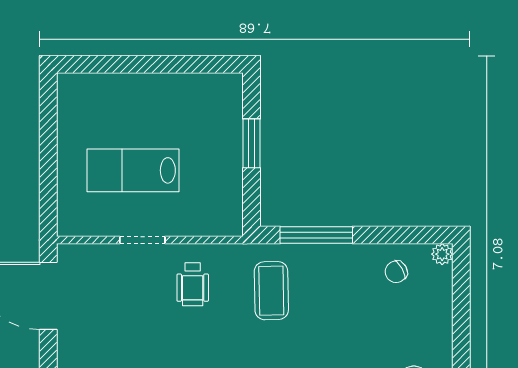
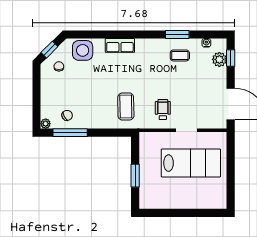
lab bench: (133, 170) -> (191, 163), width x1.36, depth x1.39
window: (316, 235) -> (70, 133), moved

